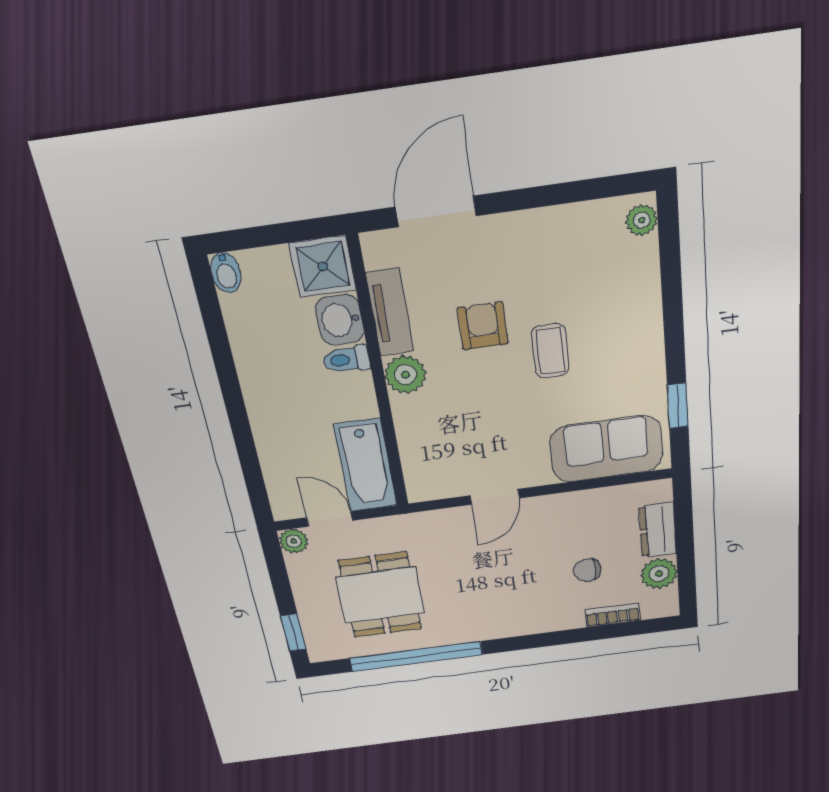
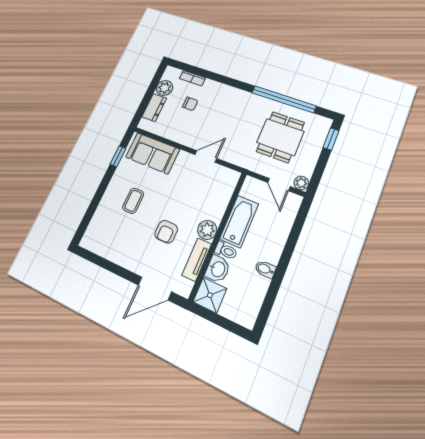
plant: (642, 220) -> (89, 237), removed
bidet: (226, 273) -> (265, 269), moved, turned -90
coffee table: (550, 351) -> (133, 201), moved
bathtub: (366, 465) -> (239, 221), moved

